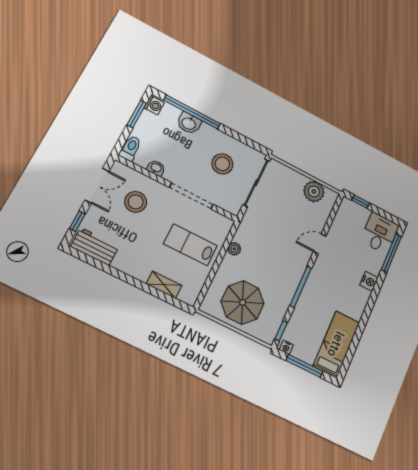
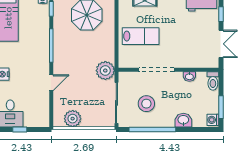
window: (192, 112) -> (152, 130), moved
double door: (97, 186) -> (221, 44), swing flipped
stool: (136, 202) -> (191, 46), removed
window: (361, 202) -> (20, 130), moved
plant: (234, 249) -> (105, 71), moved, width x1.87, depth x1.87

